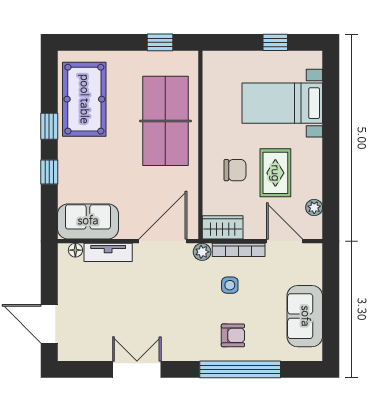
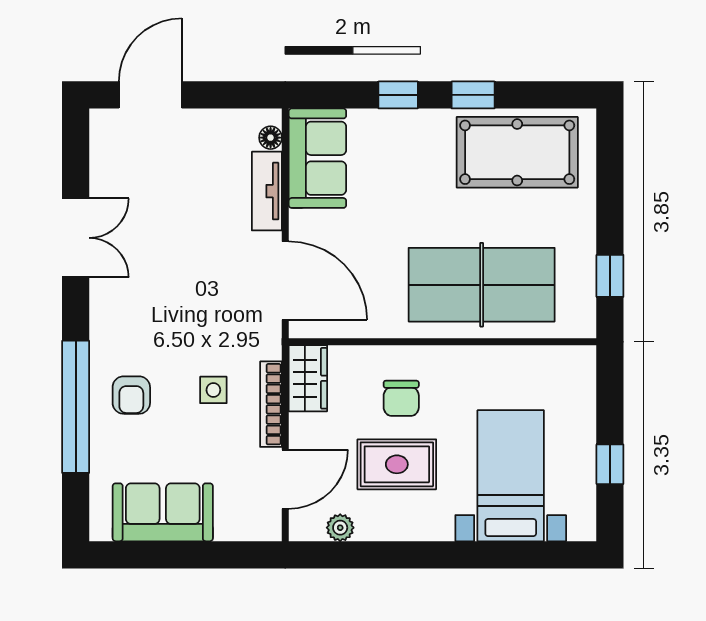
plant: (202, 252) -> (268, 345), removed

